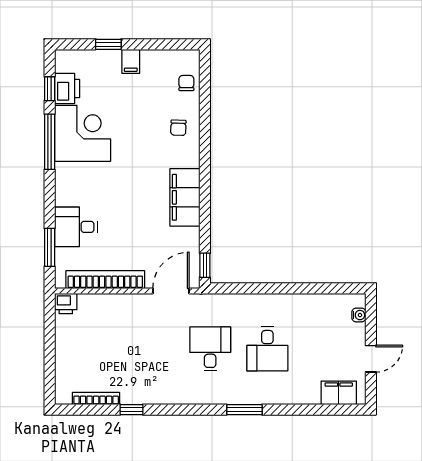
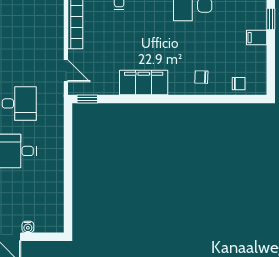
door: (171, 291) -> (66, 71), width x0.73
water cooler: (359, 315) -> (28, 227), moved

